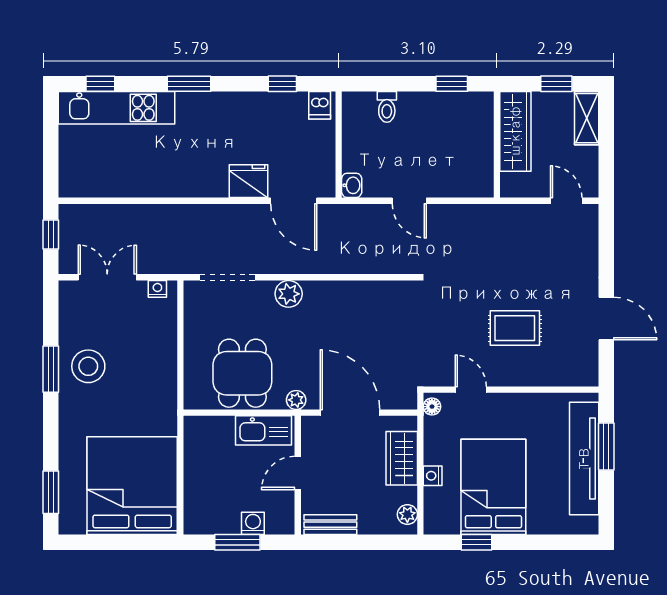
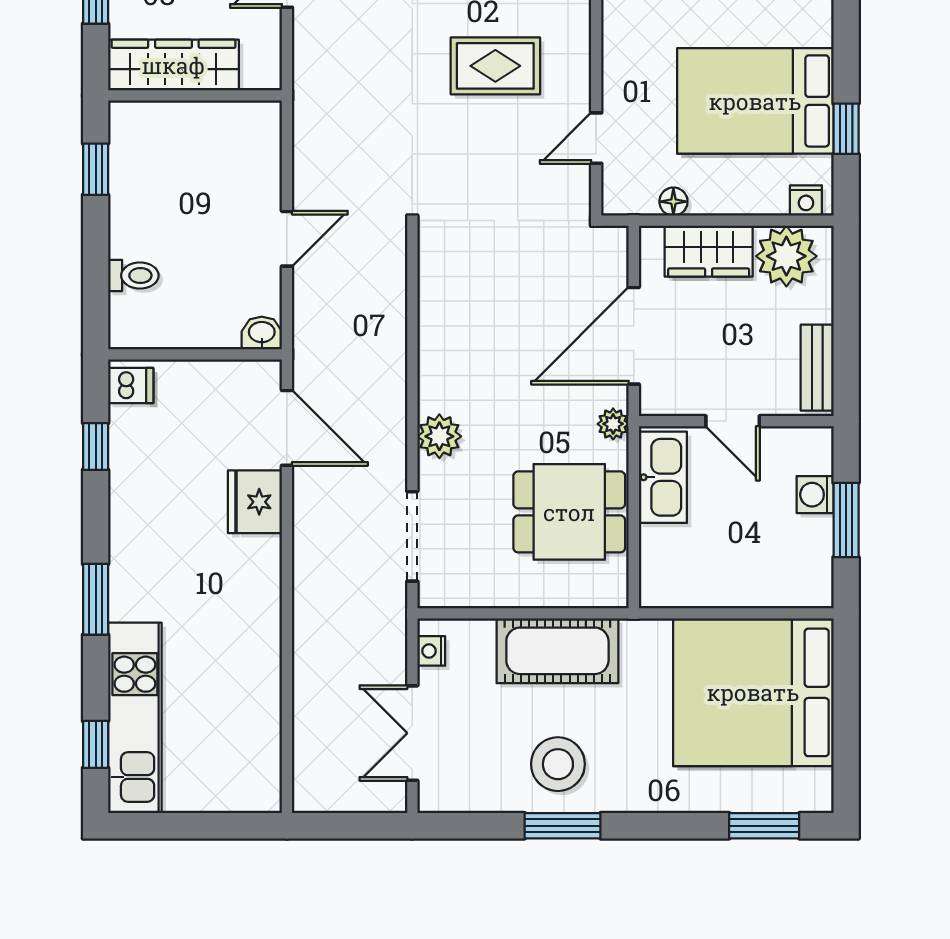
door: (294, 201) -> (287, 428), hinge flipped
window: (51, 234) -> (342, 826), removed
rug: (515, 328) -> (495, 66), turned 90
cot: (158, 366) -> (557, 651), added
floor lamp: (432, 407) -> (673, 202), moved
nightstand: (433, 476) -> (806, 200), moved
plant: (407, 514) -> (786, 256), width x1.87, depth x1.87

